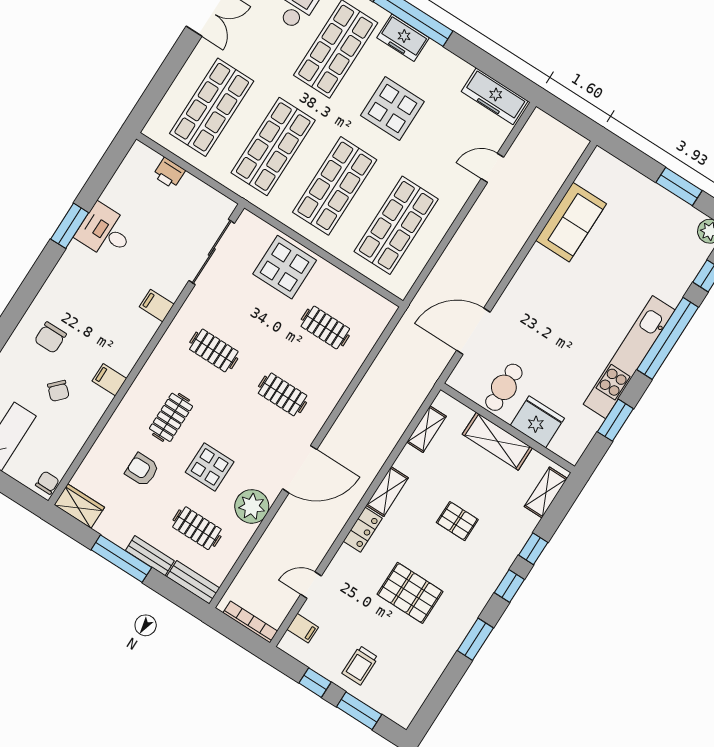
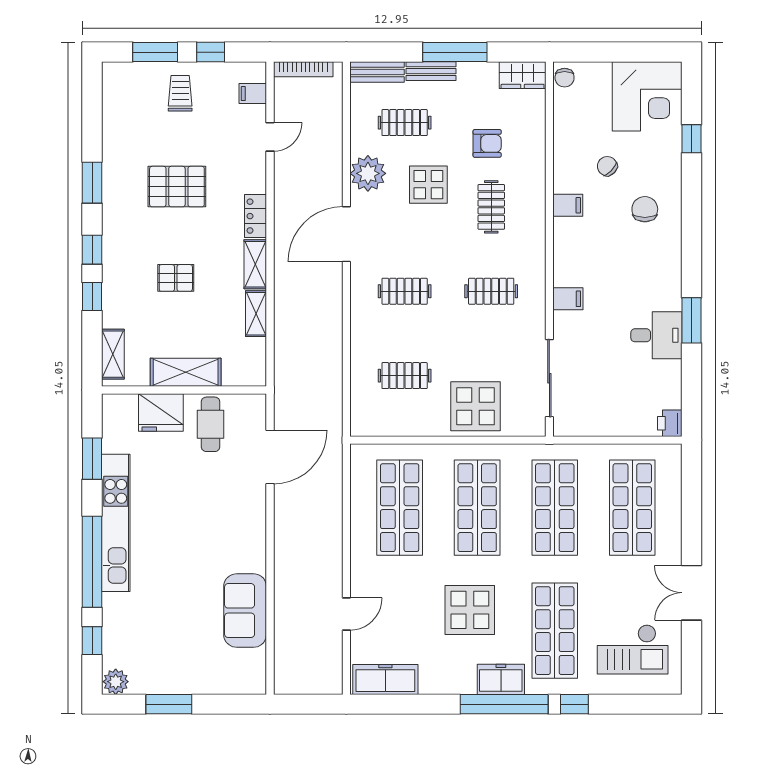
printer: (169, 173) -> (670, 423), moved, turned -90
shelving: (426, 429) -> (256, 314), moved

